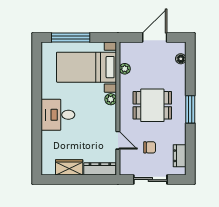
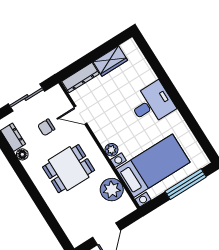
floor lamp: (181, 59) -> (22, 154), moved
plant: (125, 69) -> (112, 190), width x1.88, depth x1.88
window: (190, 109) -> (30, 187), removed

